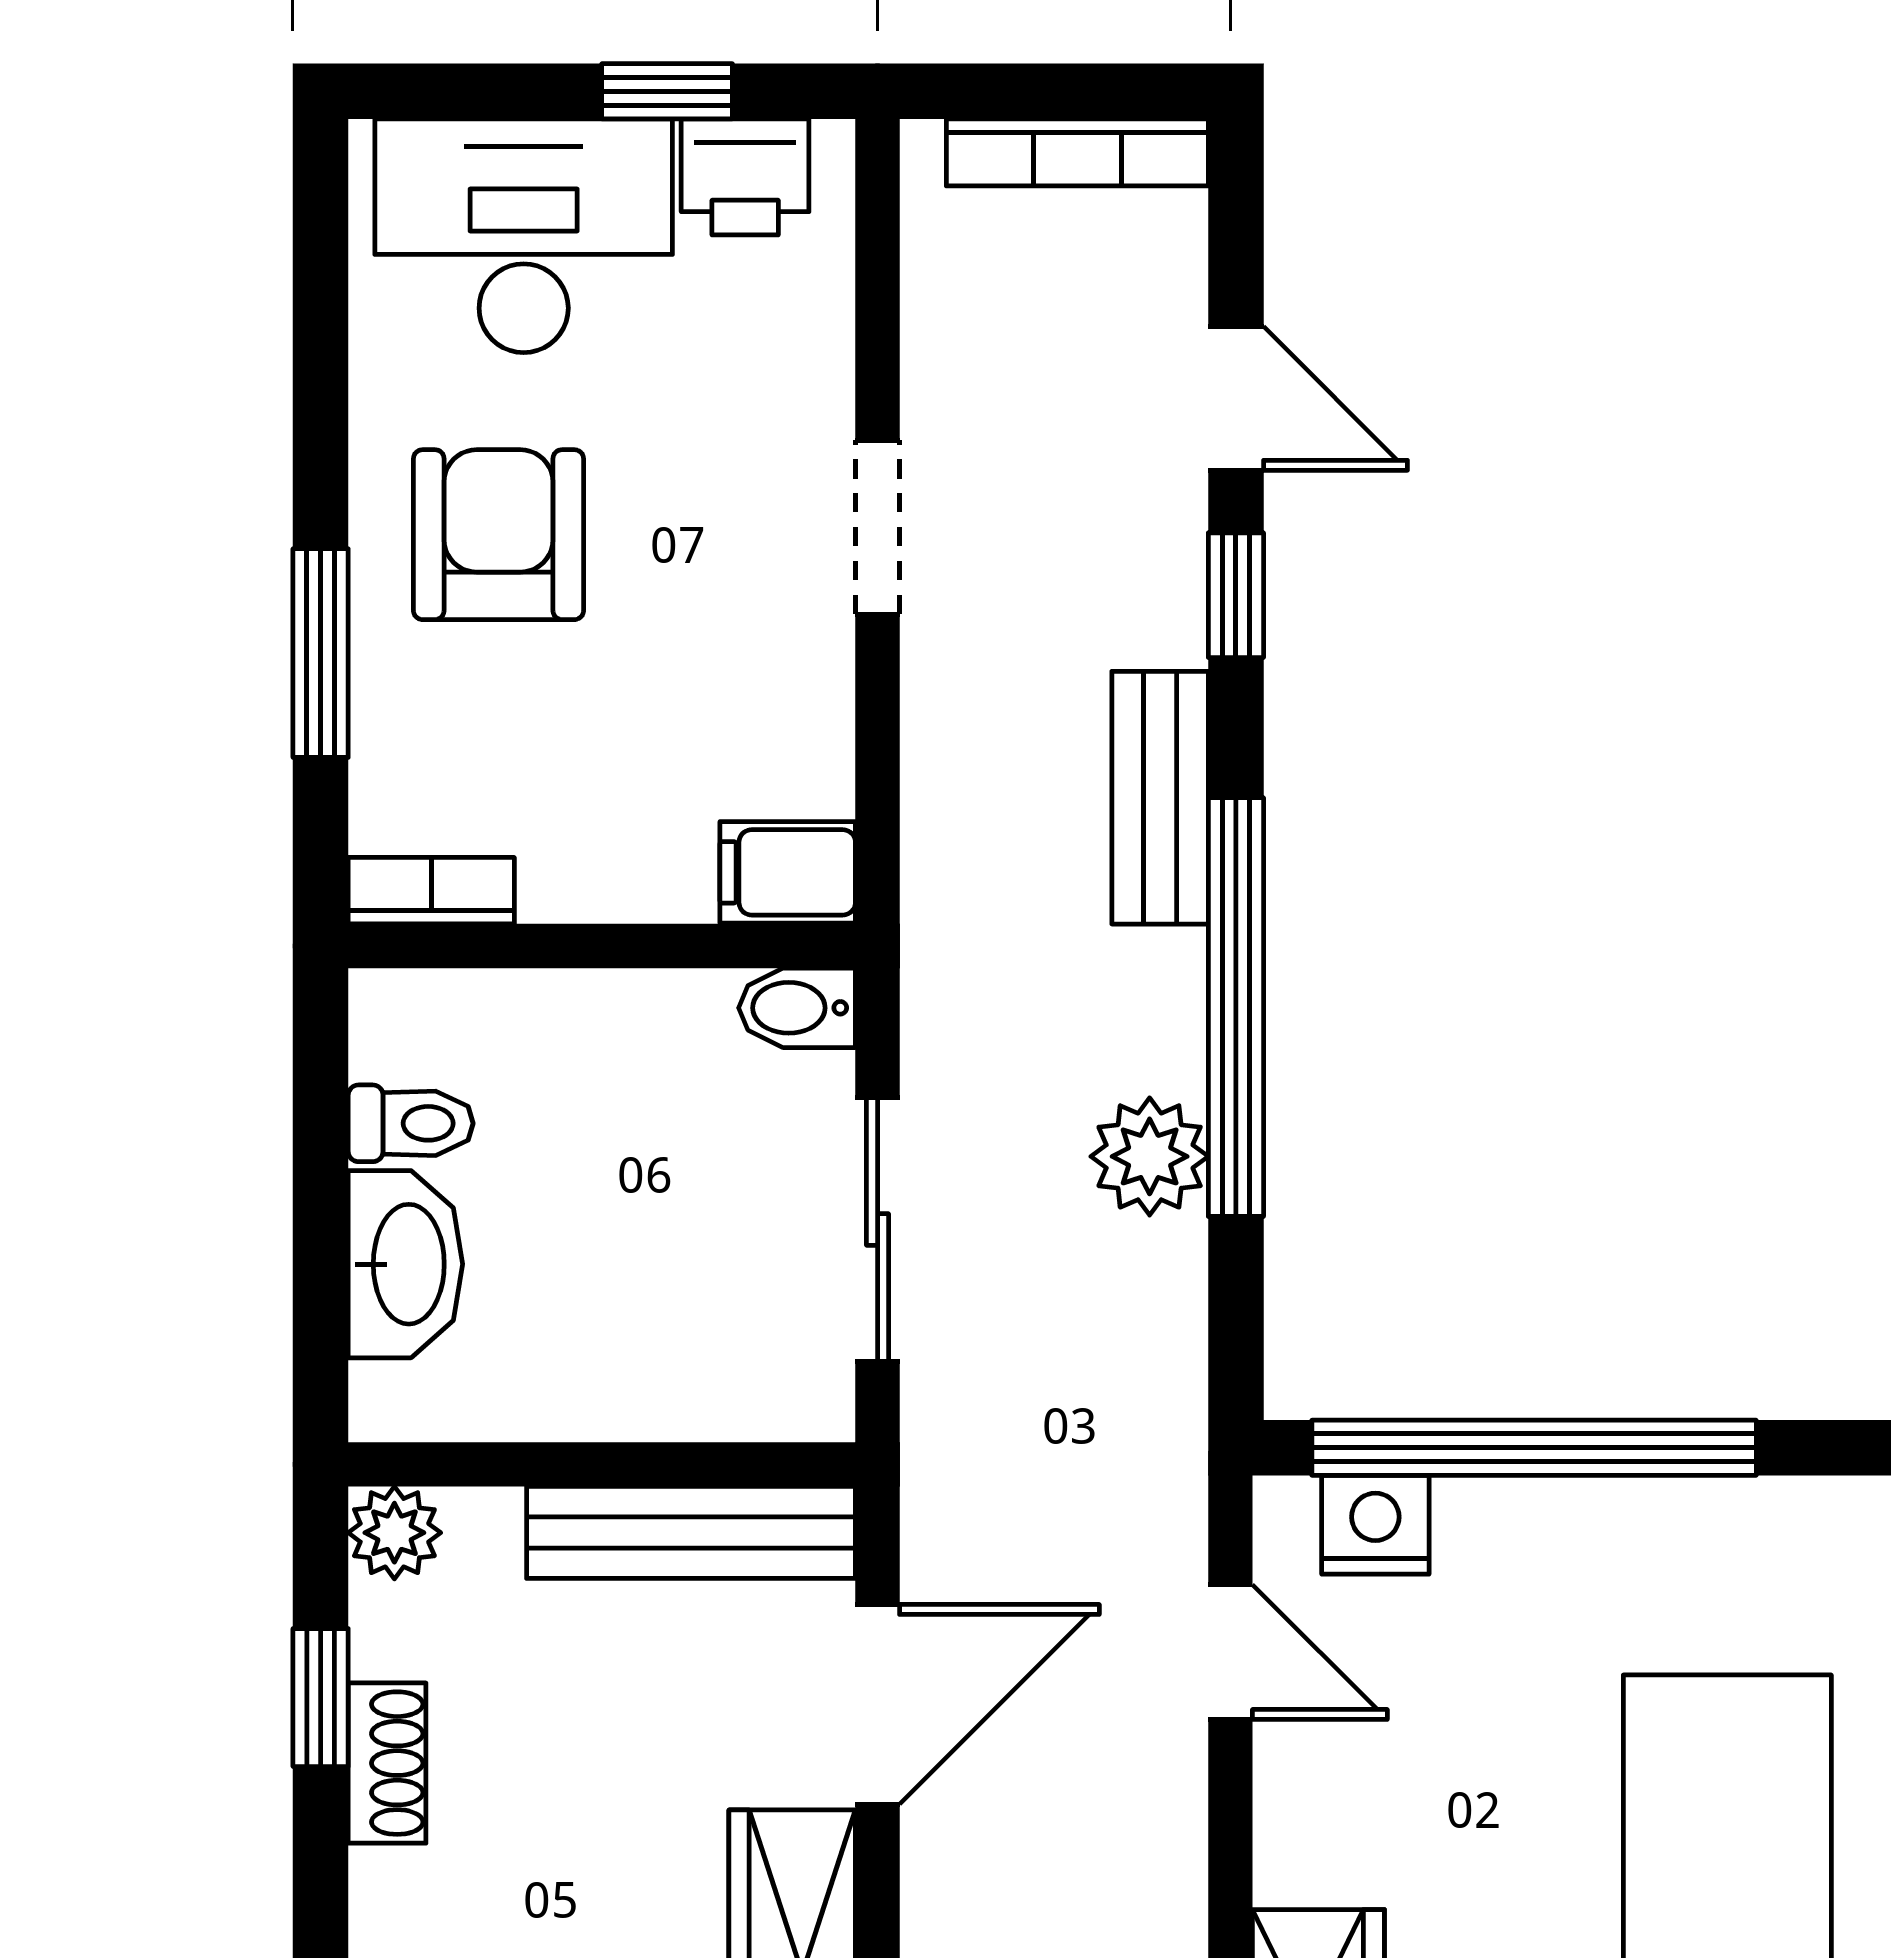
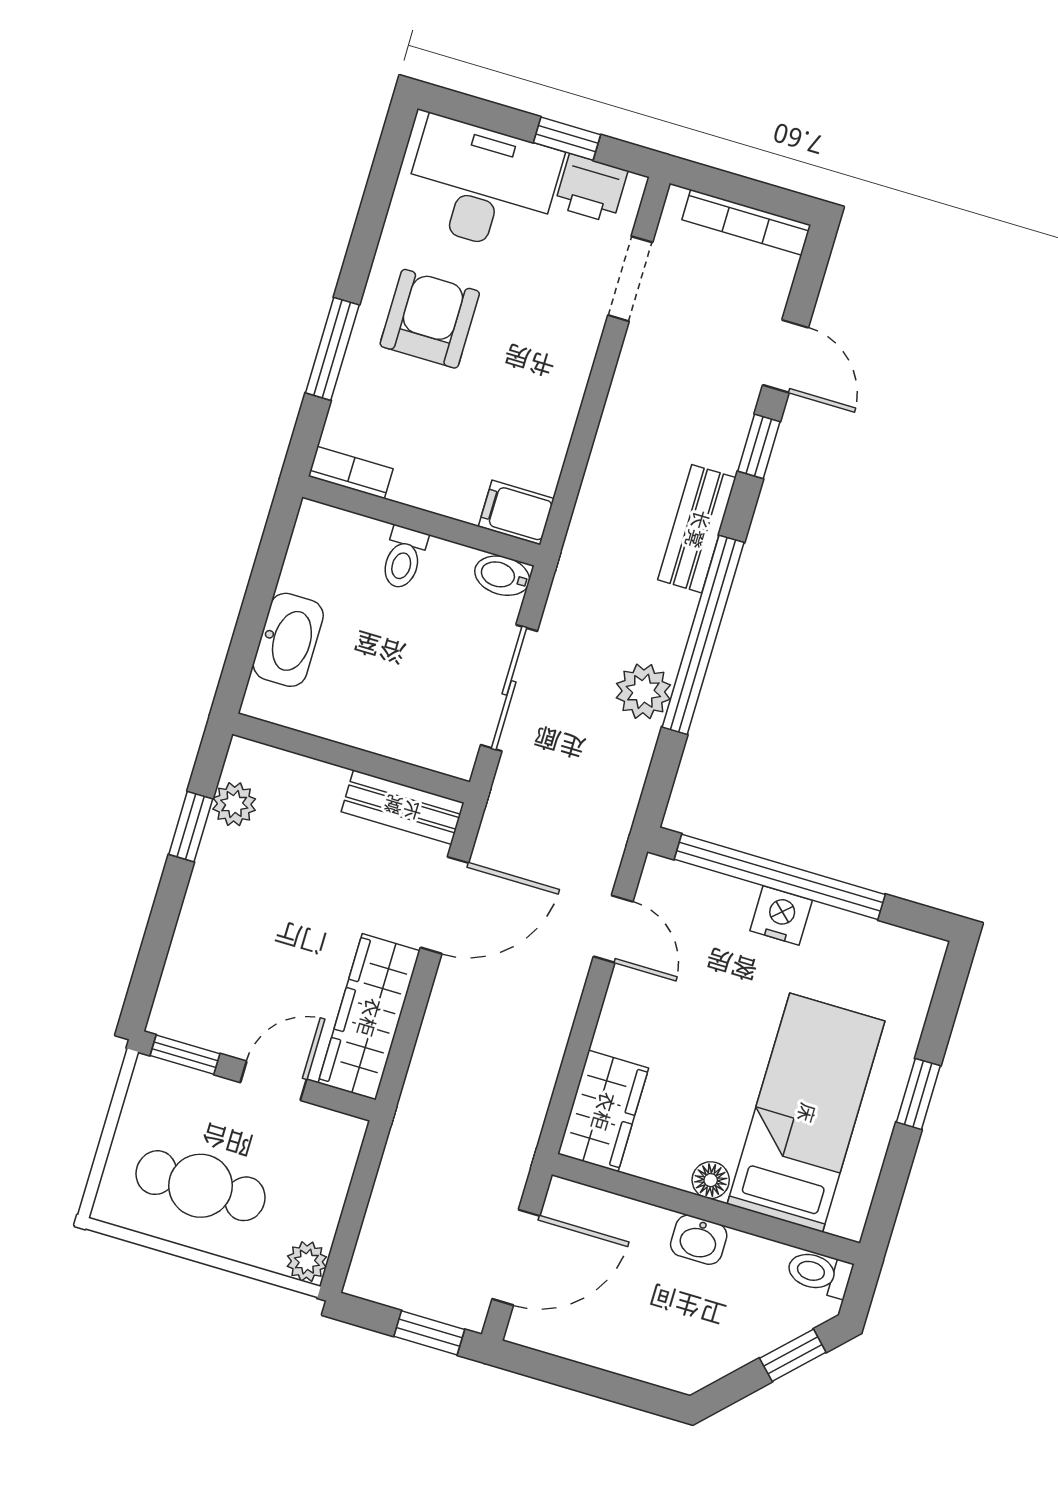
doorway: (878, 527) -> (630, 279), moved
toilet: (411, 1123) -> (404, 558), moved, turned 90
nightstand: (1375, 1525) -> (781, 916), moved
bench: (691, 1532) -> (403, 807), width x0.73
plant: (394, 1533) -> (234, 804), moved
shoe rack: (387, 1763) -> (212, 866), removed

